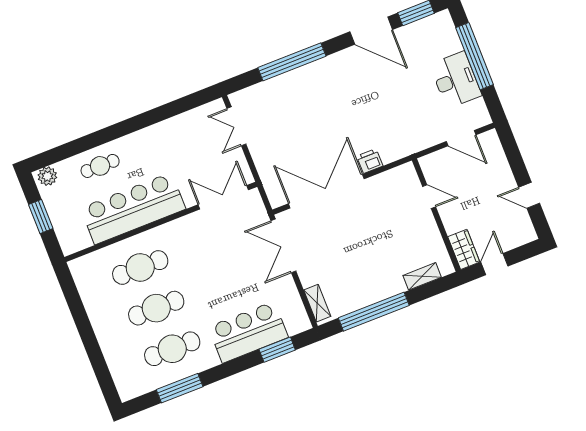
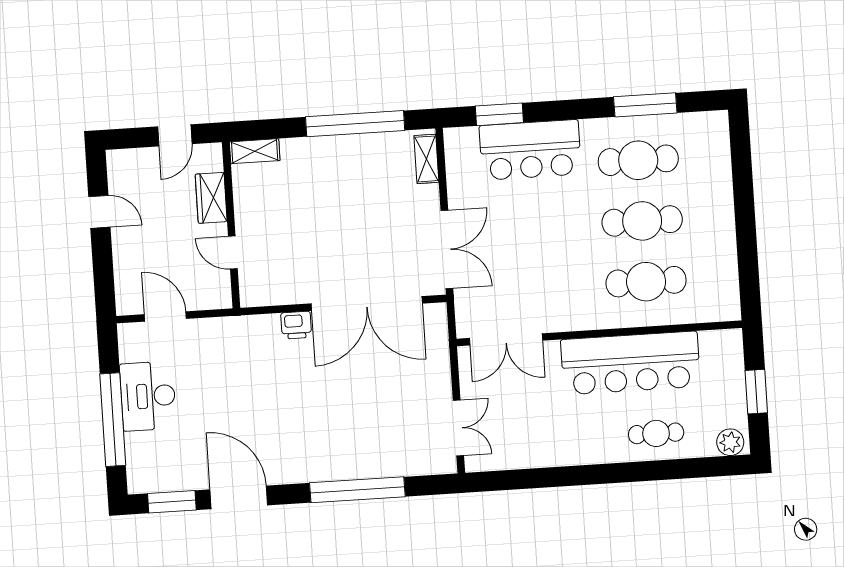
wardrobe: (464, 249) -> (211, 198), moved
shelving: (422, 276) -> (255, 151), moved

